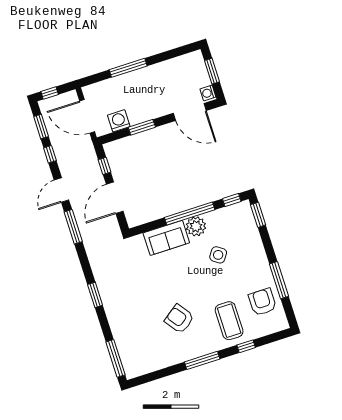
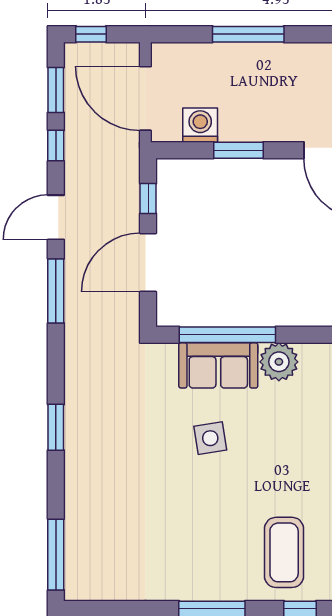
window: (190, 214) -> (227, 335), moved
side table: (218, 255) -> (210, 438), moved, turned 45
armchair: (179, 319) -> (195, 520), removed

